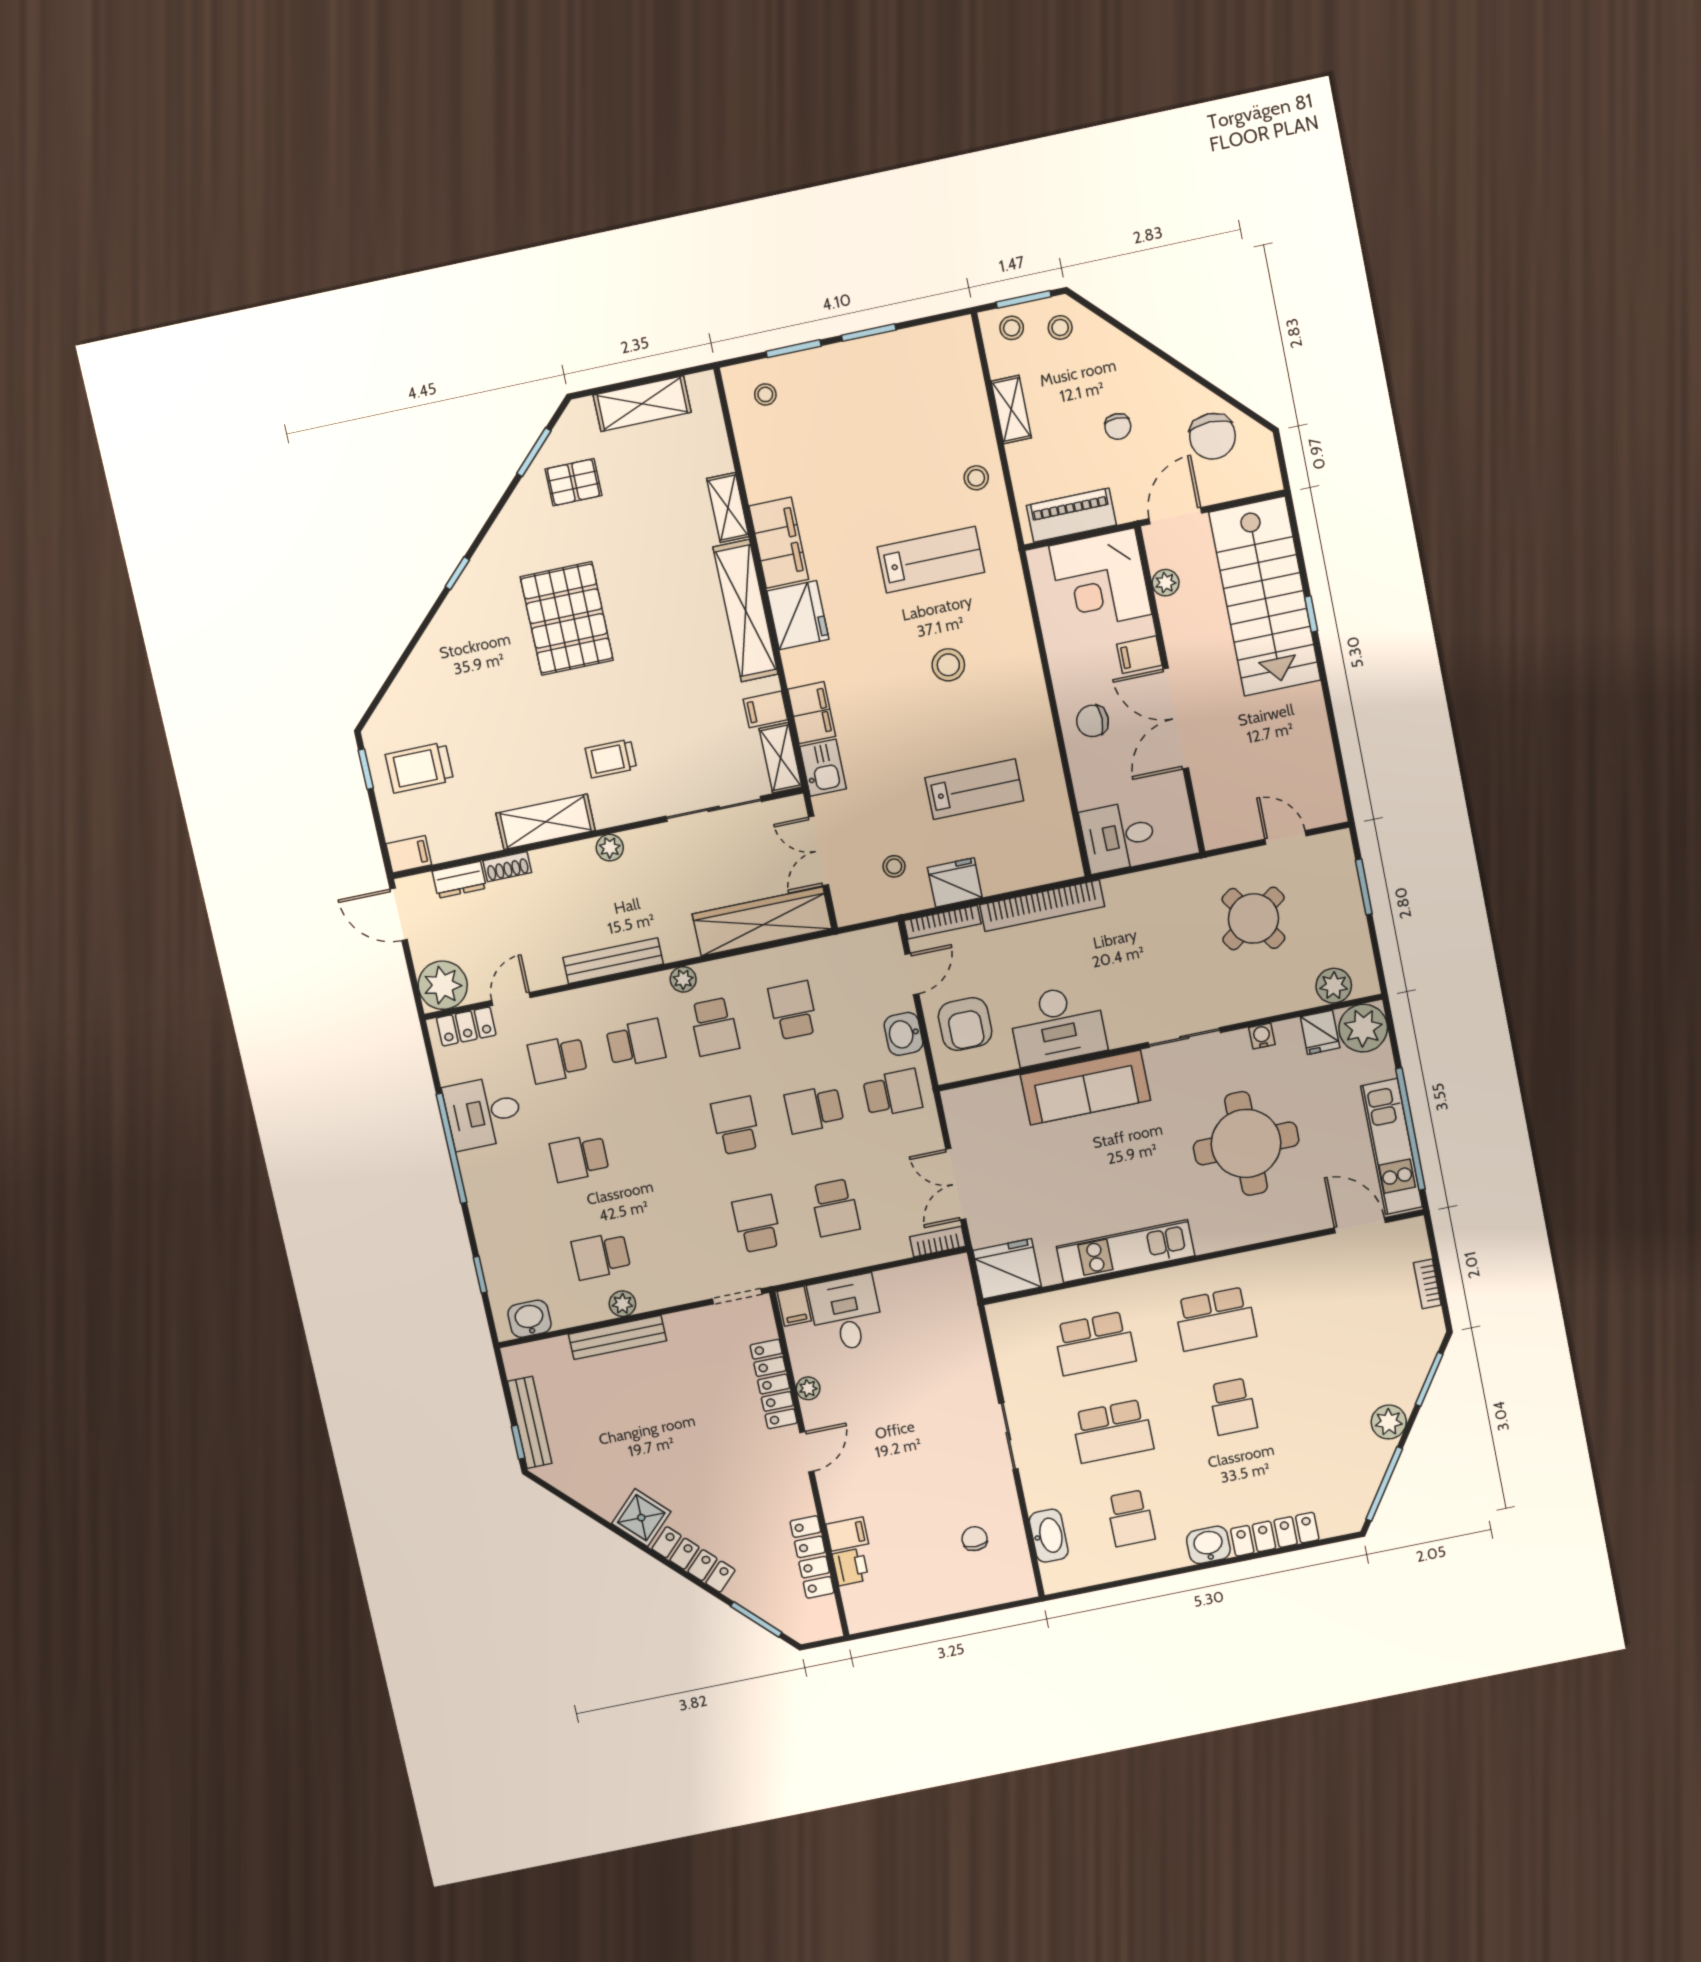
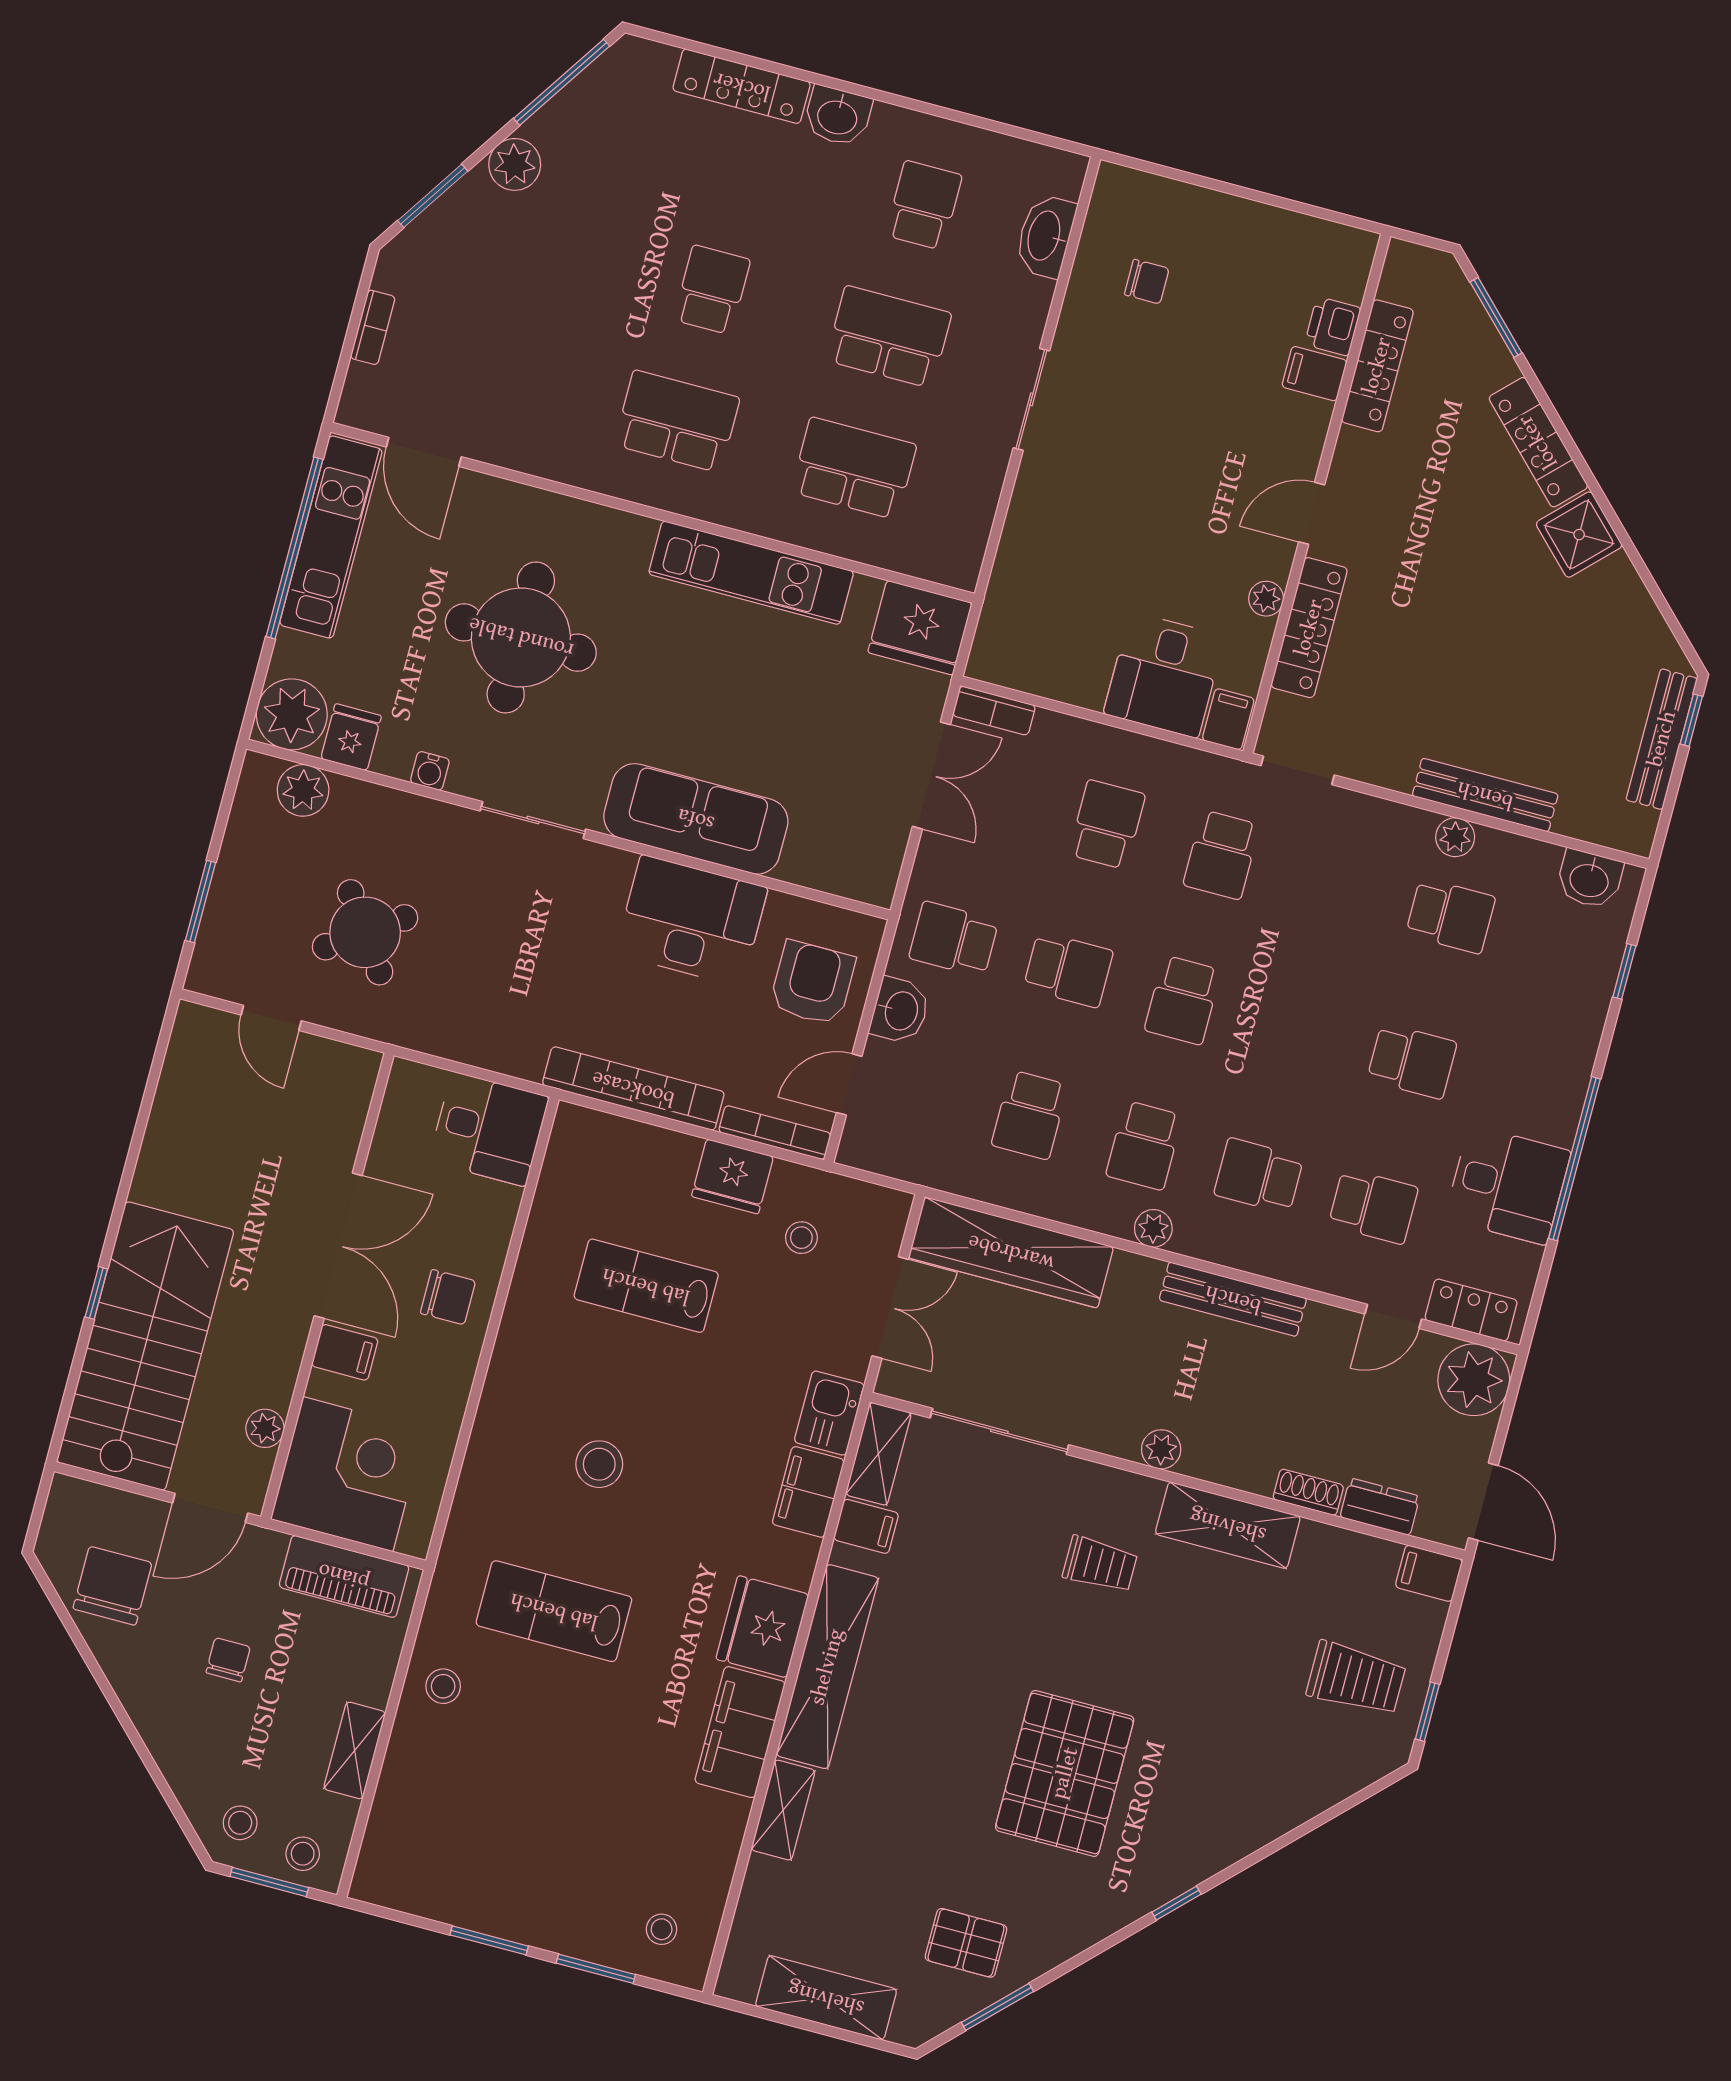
school desk: (714, 1027) -> (1144, 1145), turned 180
chair: (975, 1539) -> (1147, 282), turned -90

